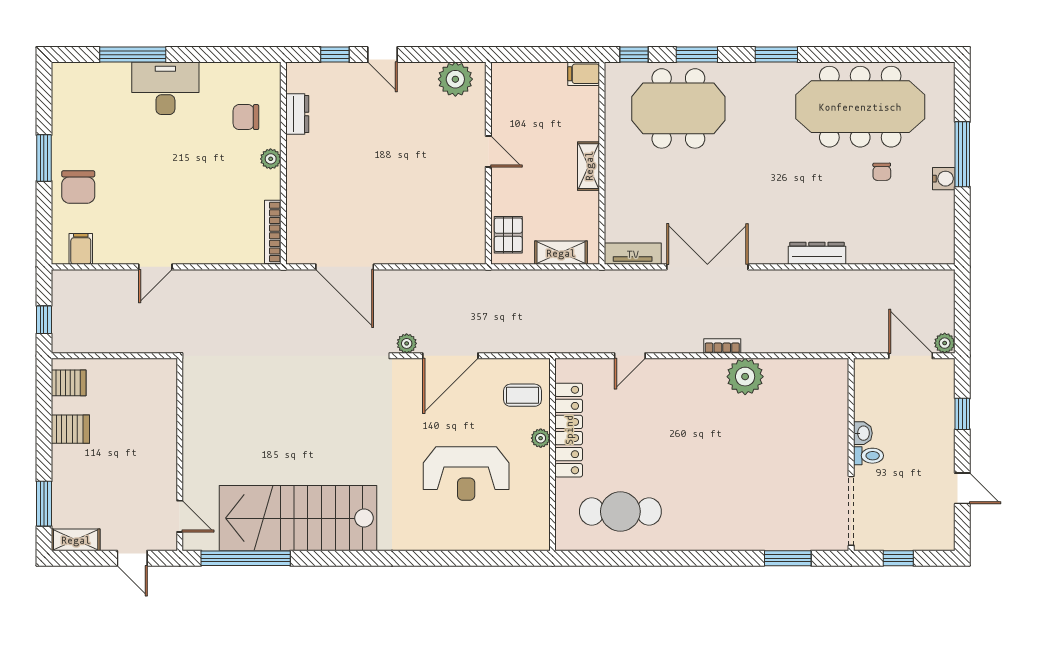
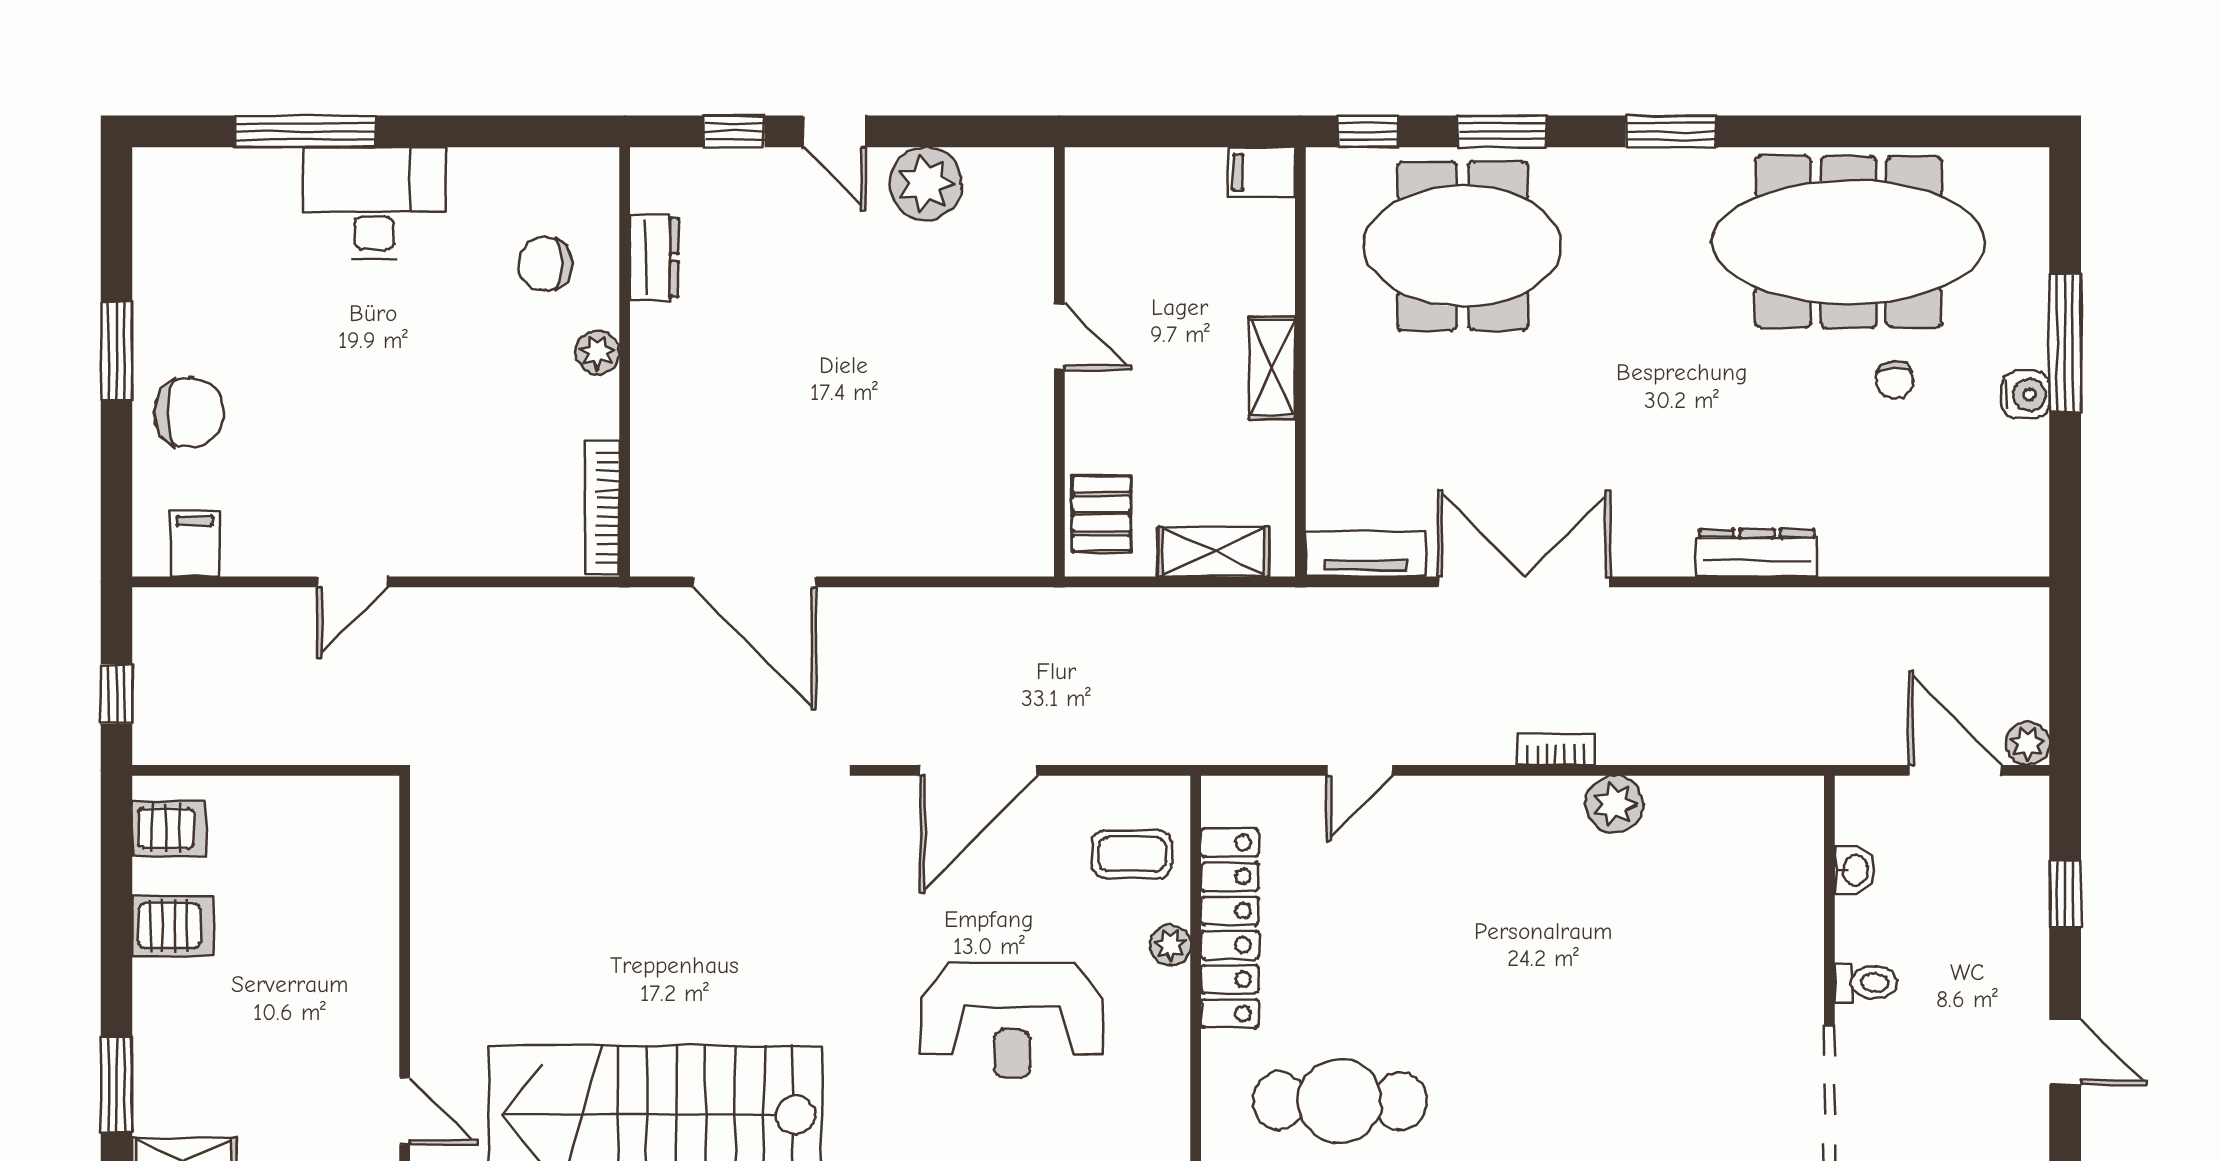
plant: (455, 79) -> (926, 184), moved
chair: (78, 187) -> (189, 412), turned -90
plant: (407, 343) -> (886, 744), removed
plant: (745, 377) -> (1615, 804), width x0.73, depth x0.73
washbasin: (863, 433) -> (1854, 870), moved

